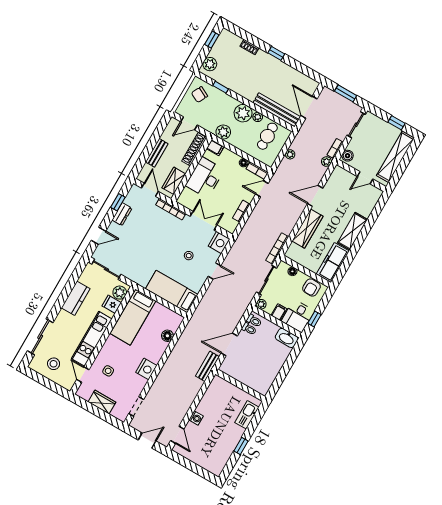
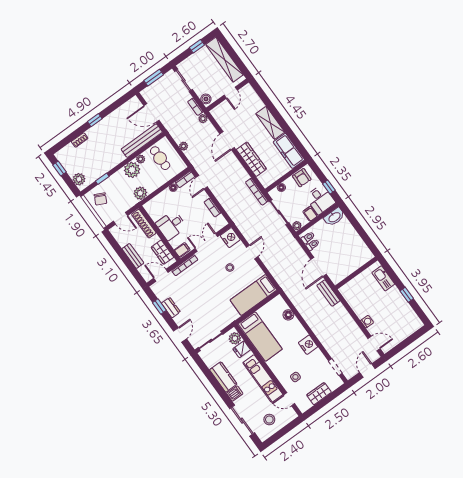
door: (189, 123) -> (120, 218), hinge flipped
filing cabinet: (215, 148) -> (182, 250), moved
desk: (205, 178) -> (171, 225), width x0.73
dishwasher: (64, 317) -> (235, 393), added

